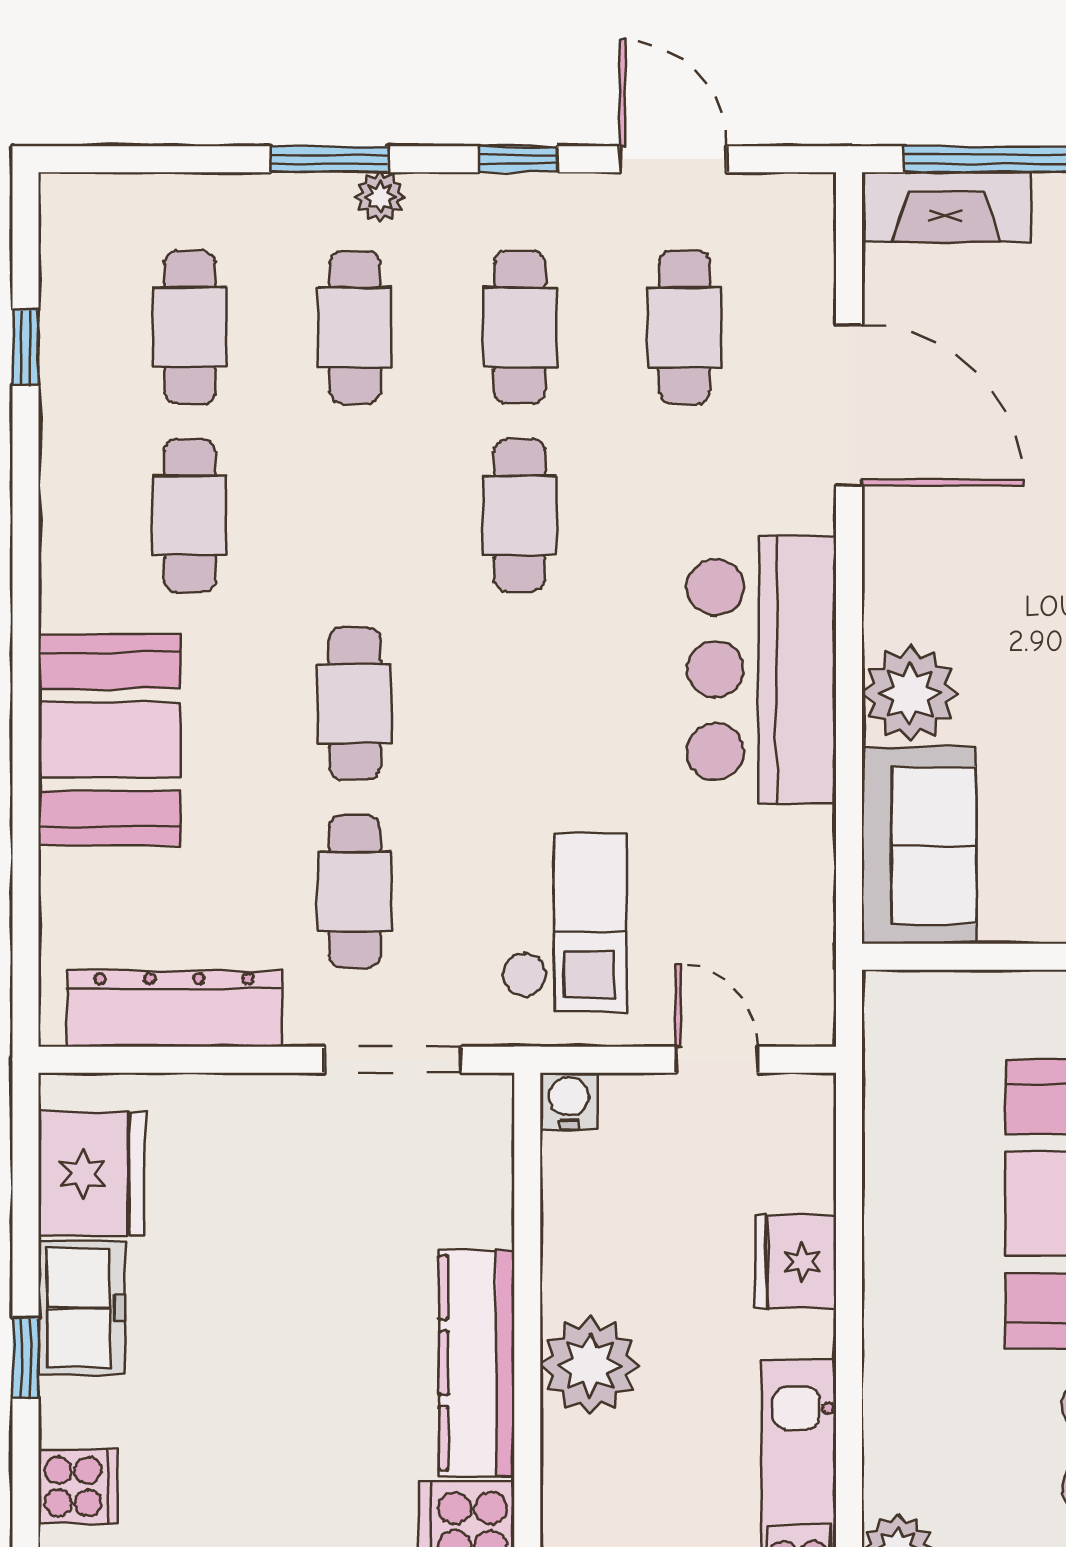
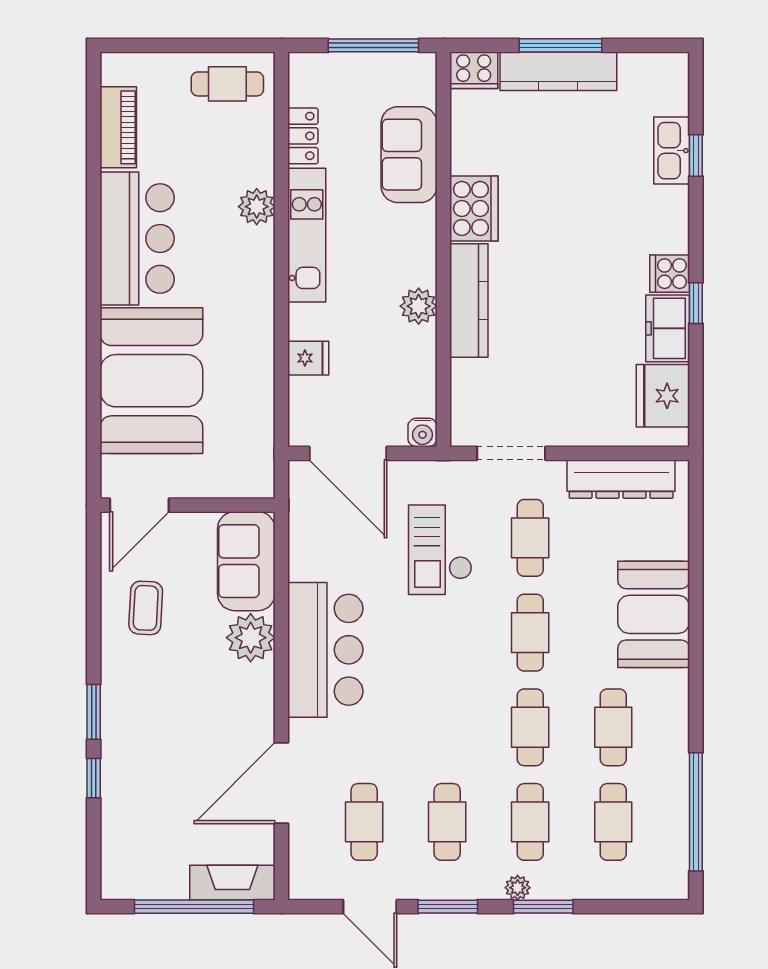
window: (519, 159) -> (448, 907), width x1.50
window: (26, 347) -> (696, 812), width x3.17
door: (849, 405) -> (281, 783), hinge flipped
cafe table: (520, 515) -> (530, 727), moved
checkout: (564, 923) -> (440, 550), moved
door: (717, 1060) -> (348, 453), width x1.87
fridge: (796, 1262) -> (308, 358), width x0.72
plant: (590, 1365) -> (419, 306), width x0.73, depth x0.73
cooker: (78, 1487) -> (670, 274), moved

